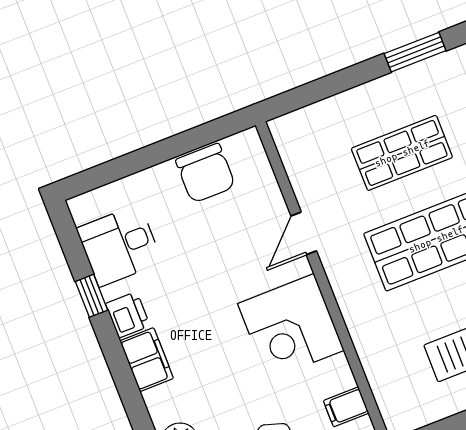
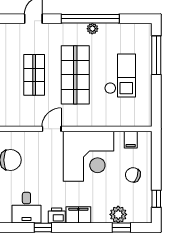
door: (304, 233) -> (52, 129), swing flipped
corner desk: (291, 327) -> (88, 156), width x1.36, depth x1.36

